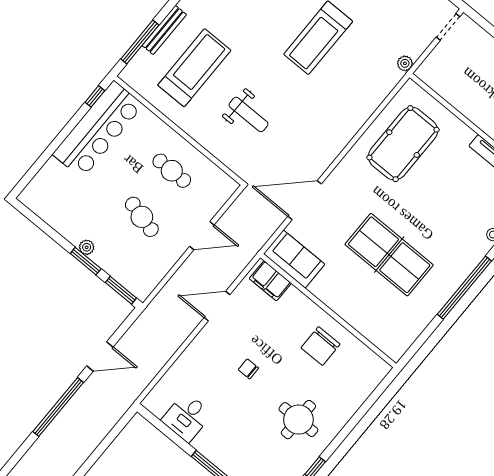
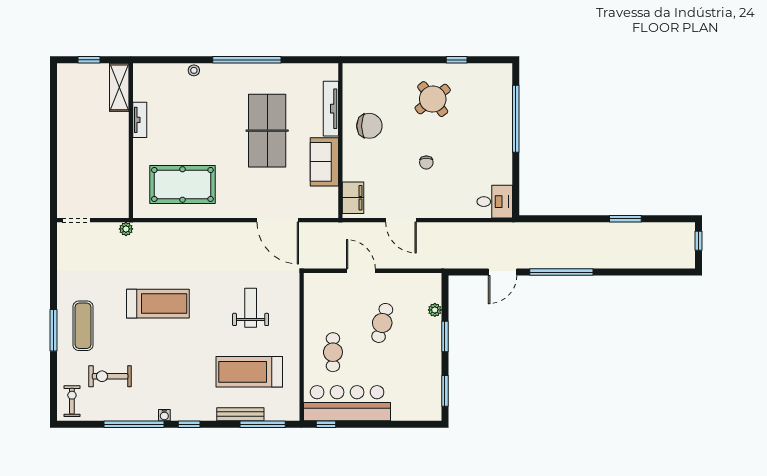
cafe table: (172, 171) -> (333, 352), moved
plant: (87, 247) -> (435, 310), moved
sofa: (294, 259) -> (324, 162), moved
window: (121, 290) -> (445, 391), moved
tv unit: (363, 325) -> (331, 109), added
door: (100, 356) -> (503, 272), swing flipped
desk: (187, 417) -> (495, 202), moved
round table: (298, 420) -> (433, 99), turned -38

